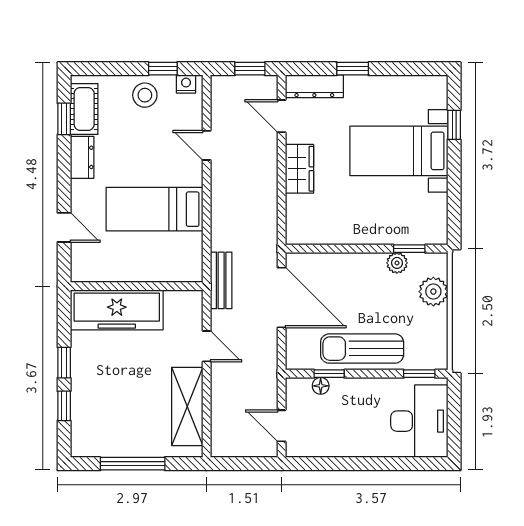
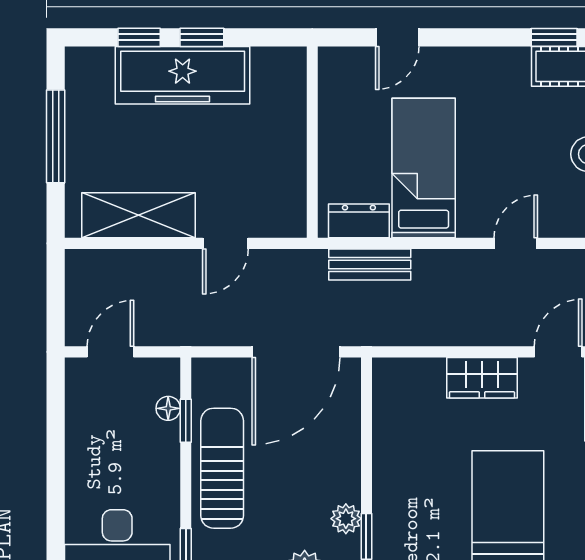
dresser: (82, 157) -> (359, 221), moved, turned 180
bench: (221, 280) -> (370, 264), moved
freezer: (117, 310) -> (183, 75), moved, turned -90

